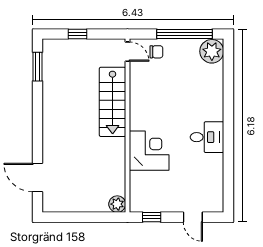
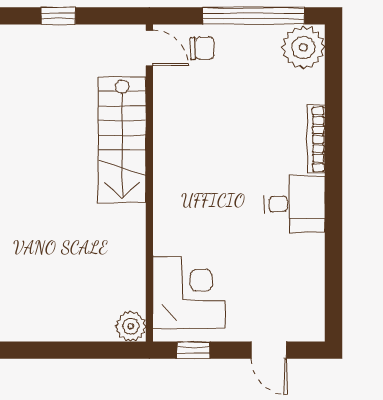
bookcase: (219, 102) -> (316, 139), added
corner desk: (149, 151) -> (189, 293), moved

